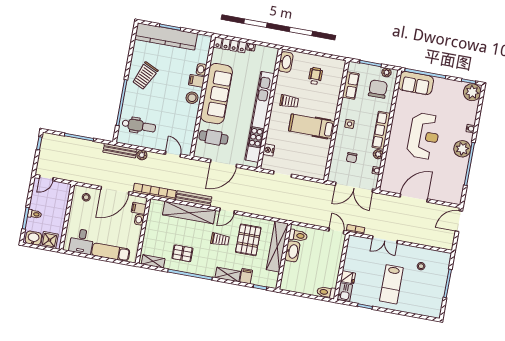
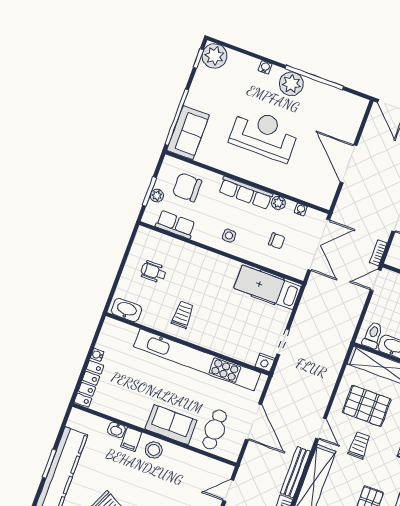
plant: (386, 72) -> (157, 196), moved
sofa: (216, 94) -> (171, 425), width x0.54, depth x0.79
hospital bed: (312, 126) -> (268, 287), moved, turned 90
nightstand: (269, 150) -> (265, 362), moved

